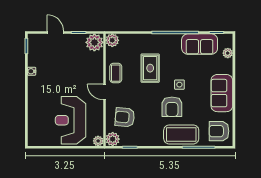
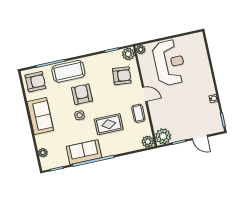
sofa: (200, 44) -> (84, 152), moved
rug: (150, 68) -> (109, 124), turned 90

